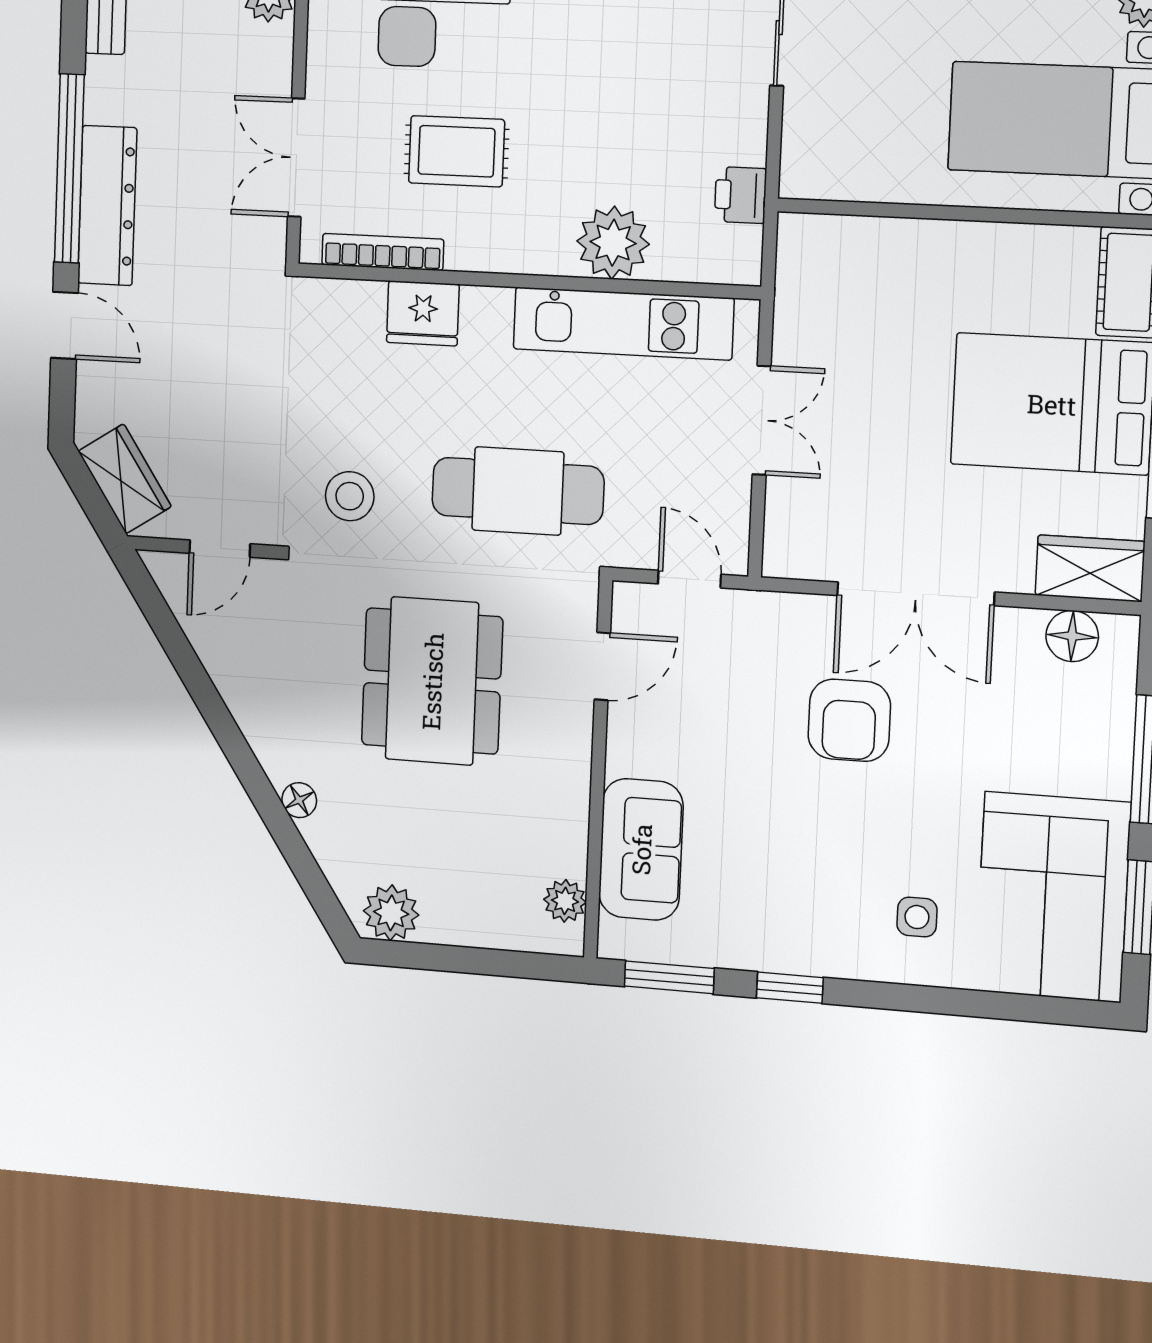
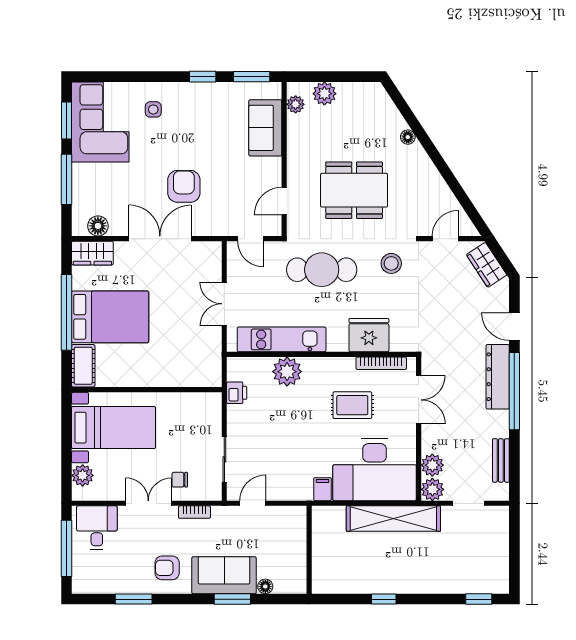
fridge: (423, 313) -> (369, 335), width x1.36, depth x1.34
dining table: (432, 681) -> (354, 190), turned 90
plant: (391, 913) -> (324, 94), moved

